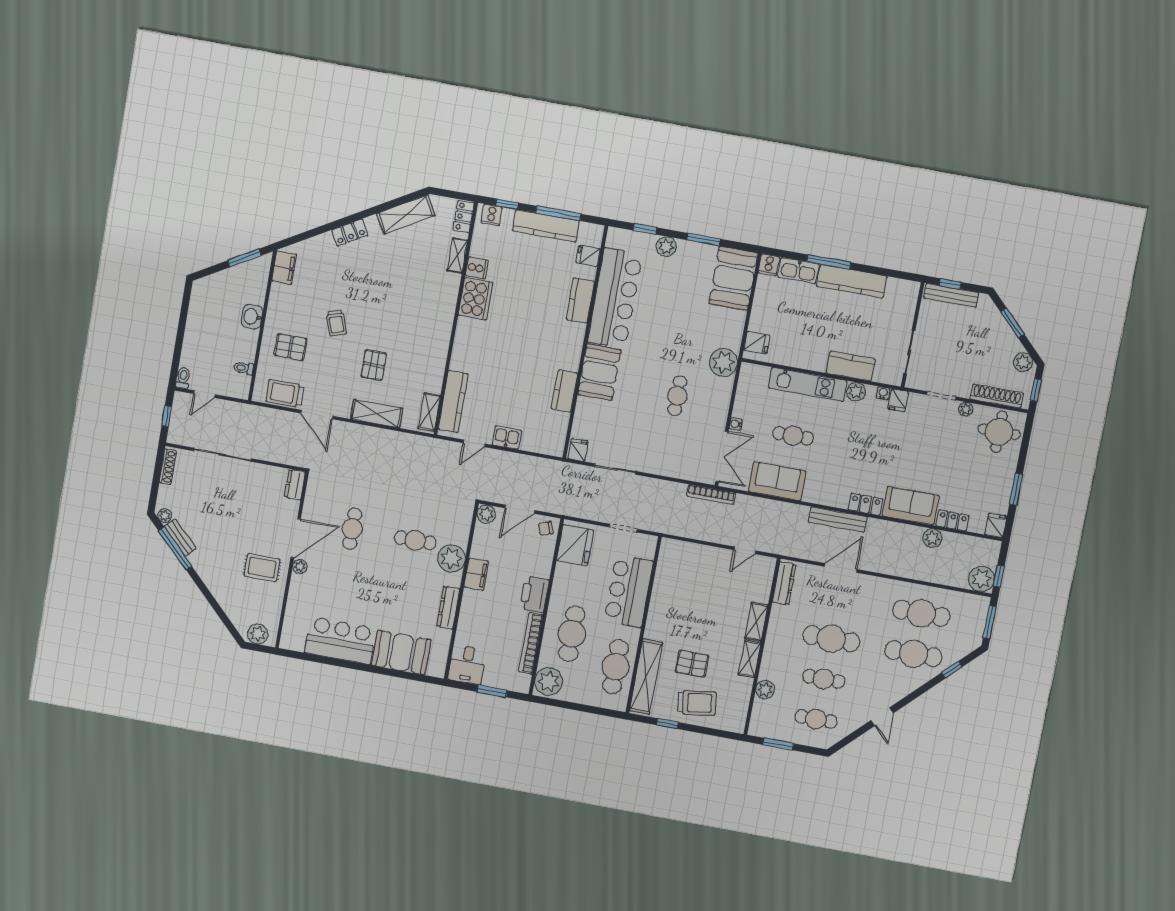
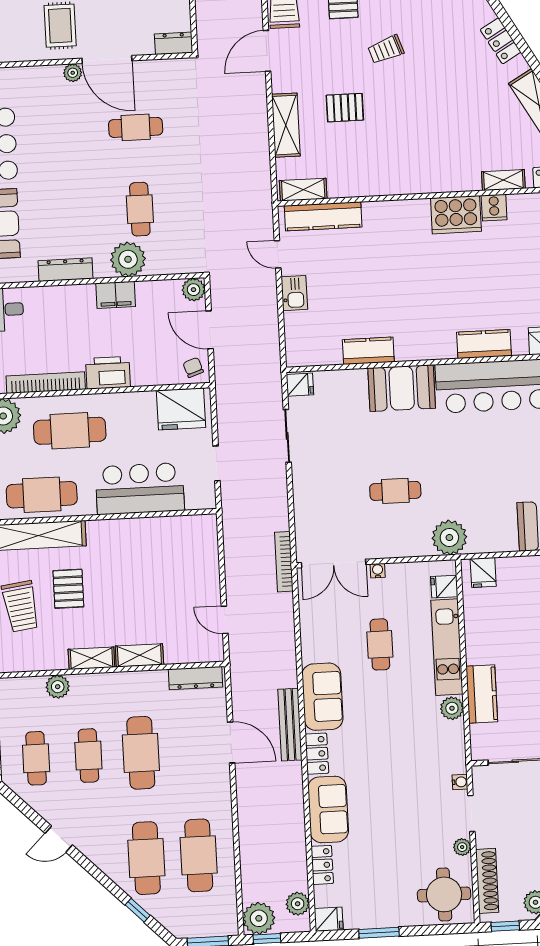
water cooler: (883, 393) -> (460, 782), moved
fridge: (898, 400) -> (444, 587), moved
sofa: (777, 481) -> (322, 697), moved
plant: (932, 538) -> (298, 904), moved

